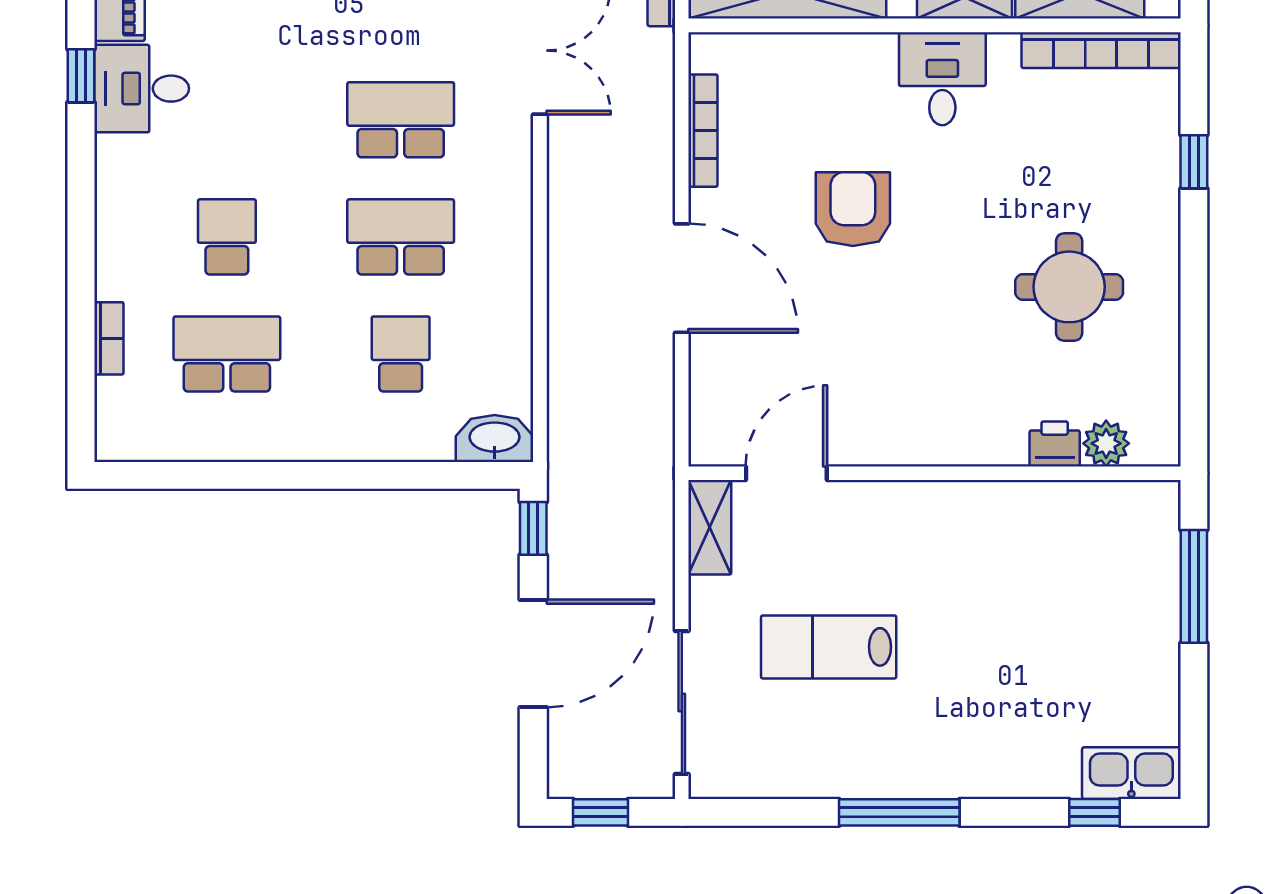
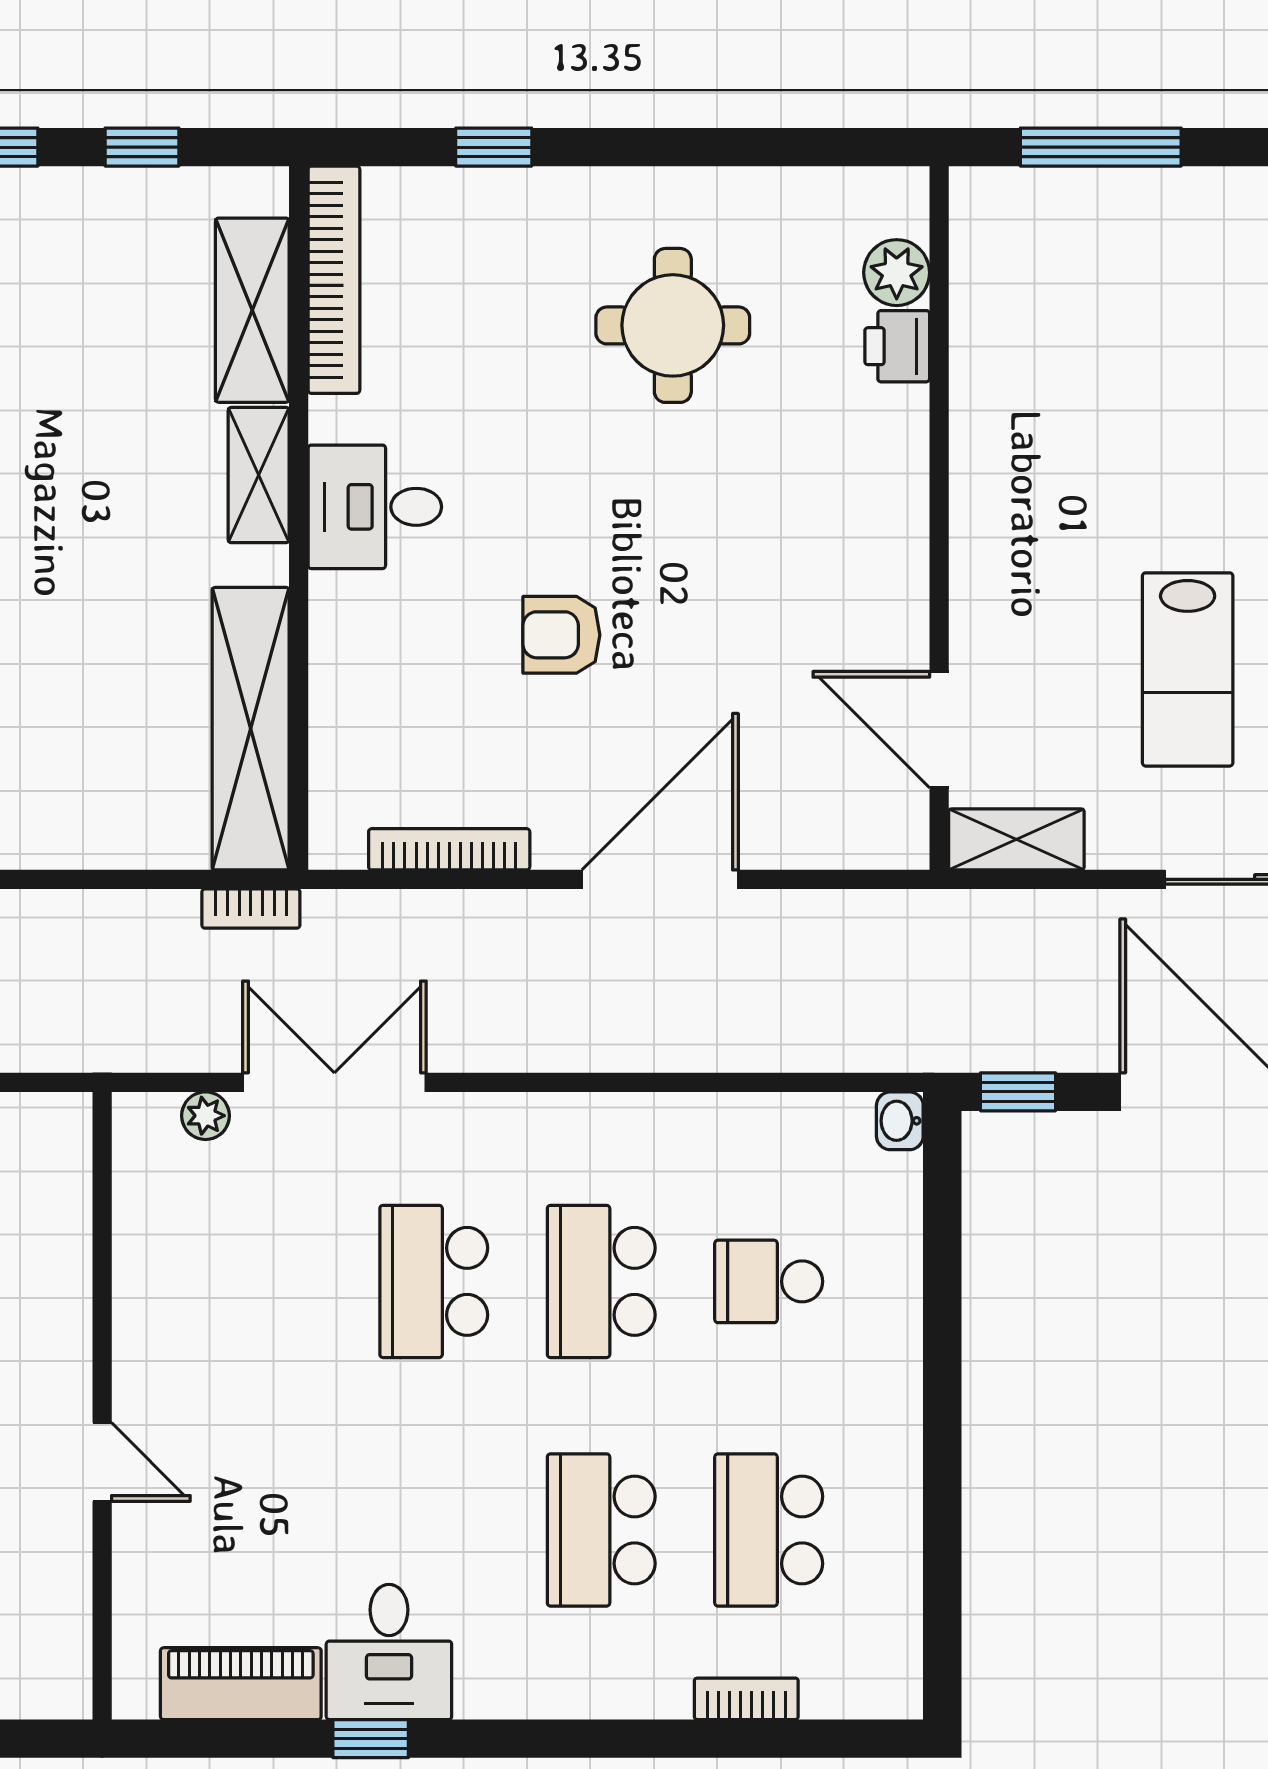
armchair: (853, 209) -> (561, 635), width x0.72, depth x0.72
school desk: (227, 237) -> (601, 1530), width x1.85
washbasin: (495, 438) -> (900, 1121), width x0.52, depth x0.69

